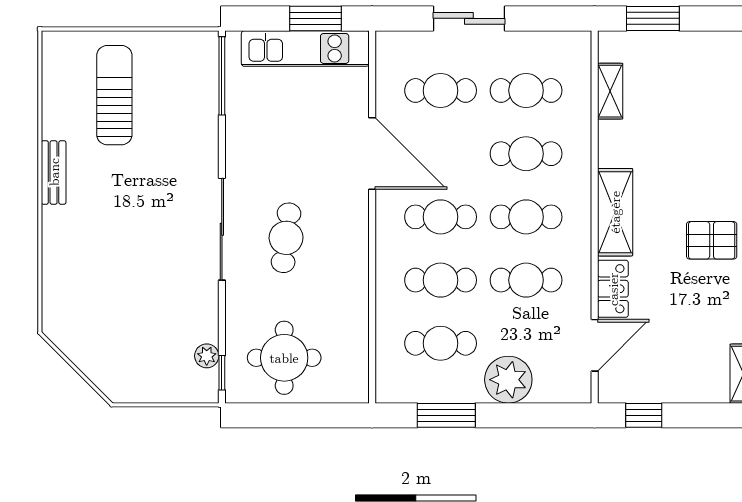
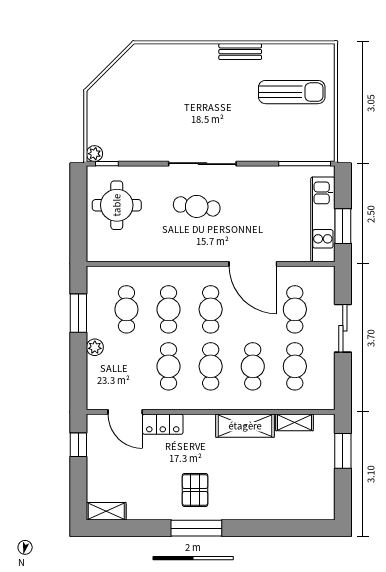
door: (372, 153) -> (253, 264), hinge flipped
shelving: (615, 212) -> (245, 426), moved
plant: (207, 356) -> (94, 154), moved
plant: (508, 380) -> (95, 347), width x0.53, depth x0.53

